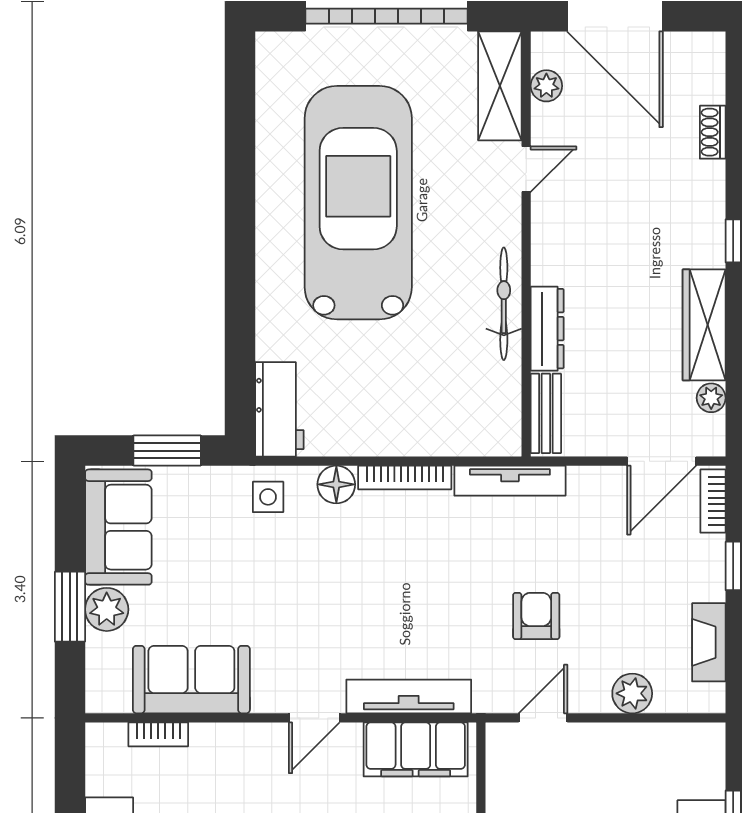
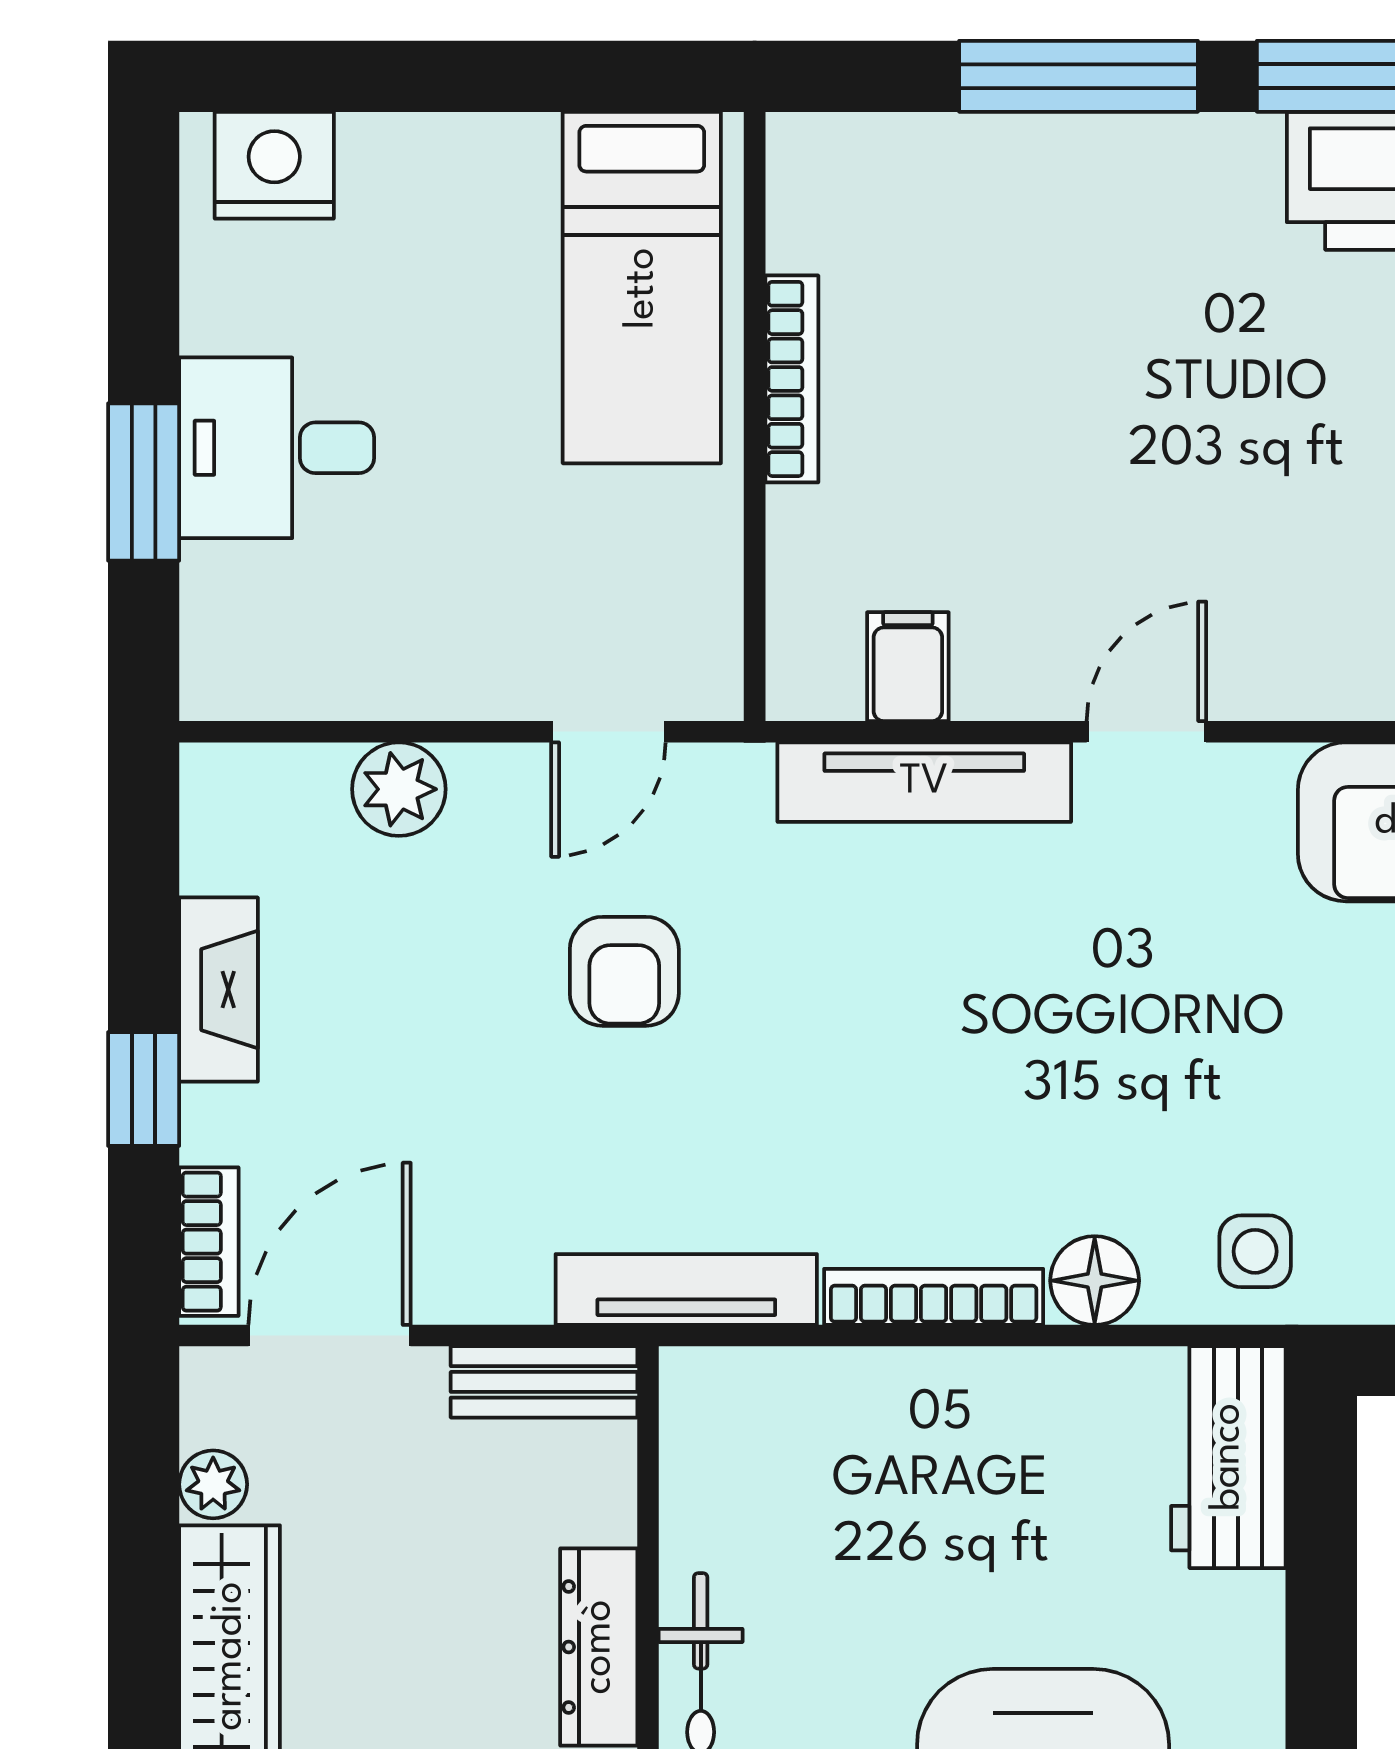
bench: (546, 413) -> (544, 1382), moved, turned 90
fireplace: (709, 642) -> (218, 990), moved
filing cabinet: (416, 749) -> (908, 667), width x0.33, depth x0.86

